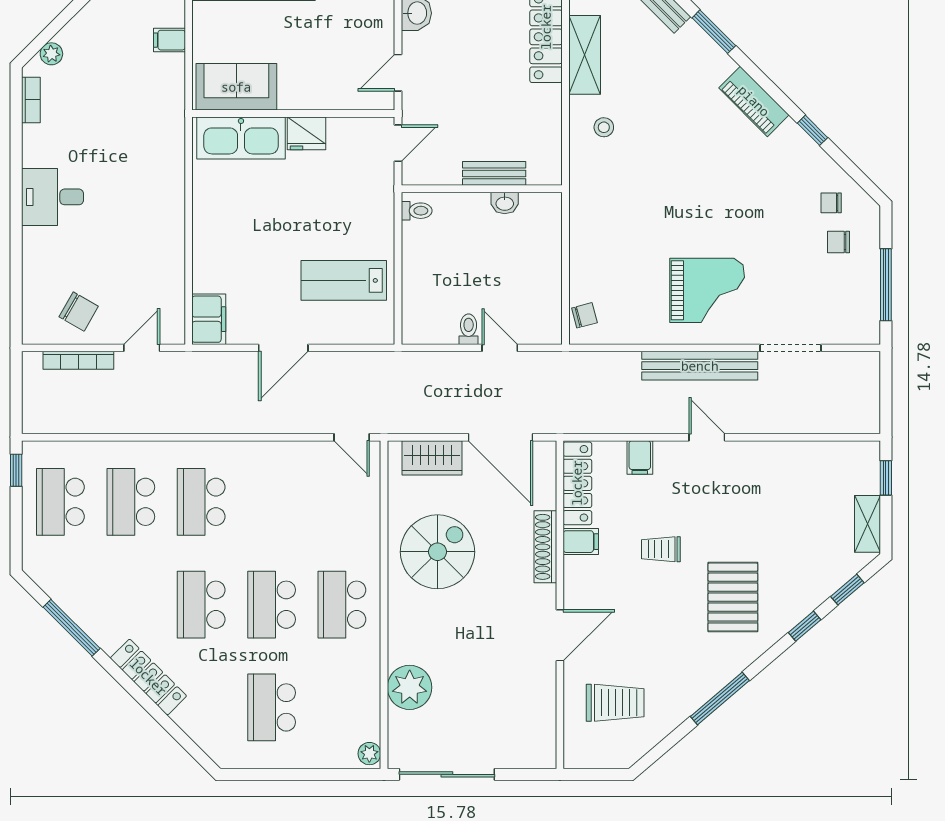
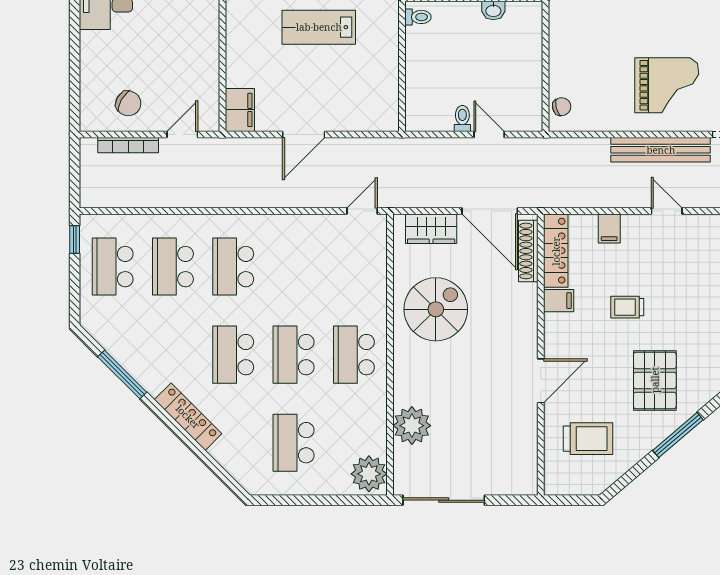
lab bench: (344, 280) -> (319, 27), moved
door: (352, 437) -> (362, 211), swing flipped
shoe rack: (545, 547) -> (528, 251), moved
pallet: (733, 597) -> (655, 380), moved
plant: (369, 754) -> (369, 474), width x1.88, depth x1.88

